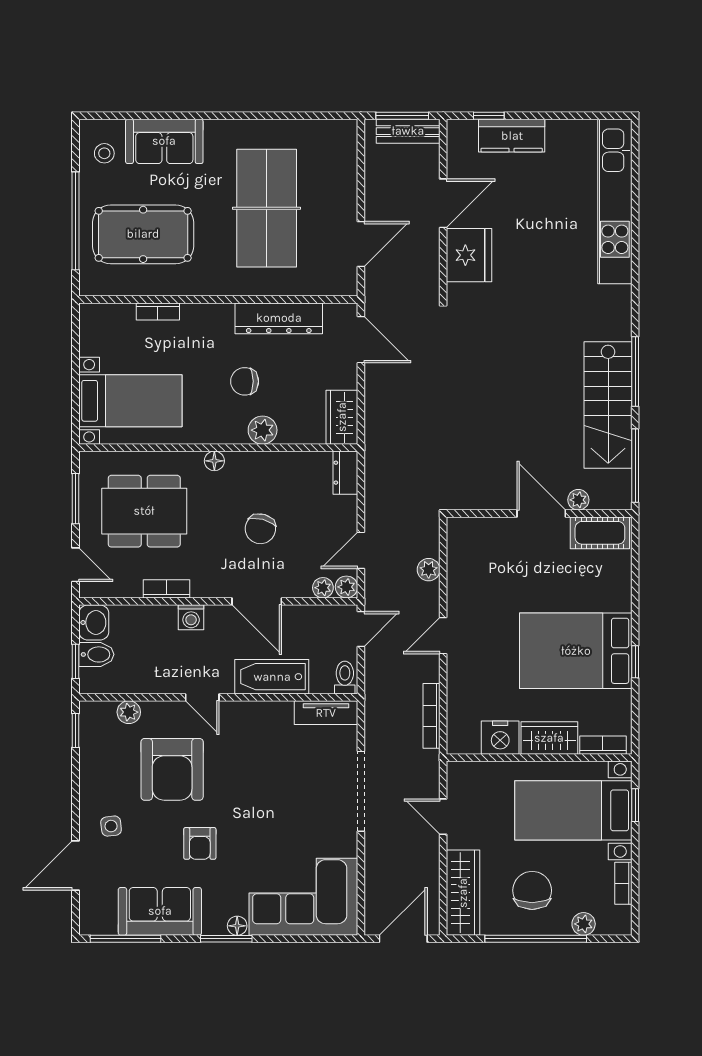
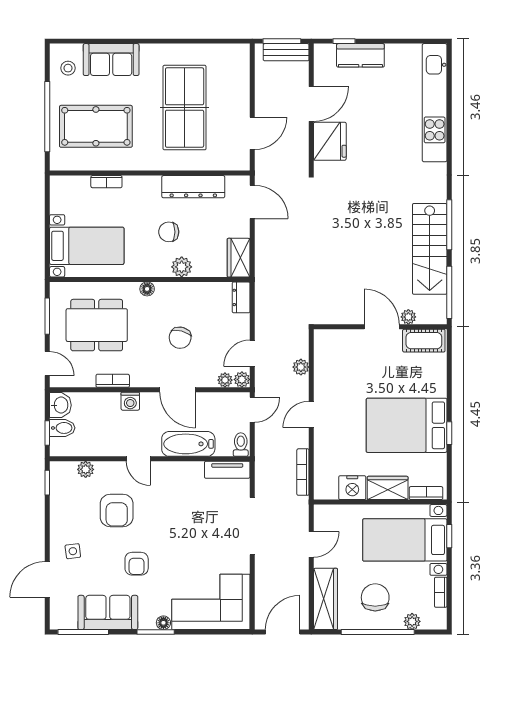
armchair: (172, 769) -> (117, 510), width x0.73, depth x0.73
door: (443, 817) -> (311, 544), swing flipped

